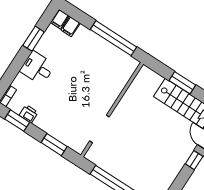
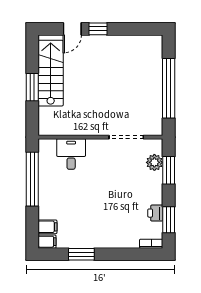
desk: (37, 68) -> (71, 154), moved, turned 180
plant: (67, 138) -> (154, 162), added

